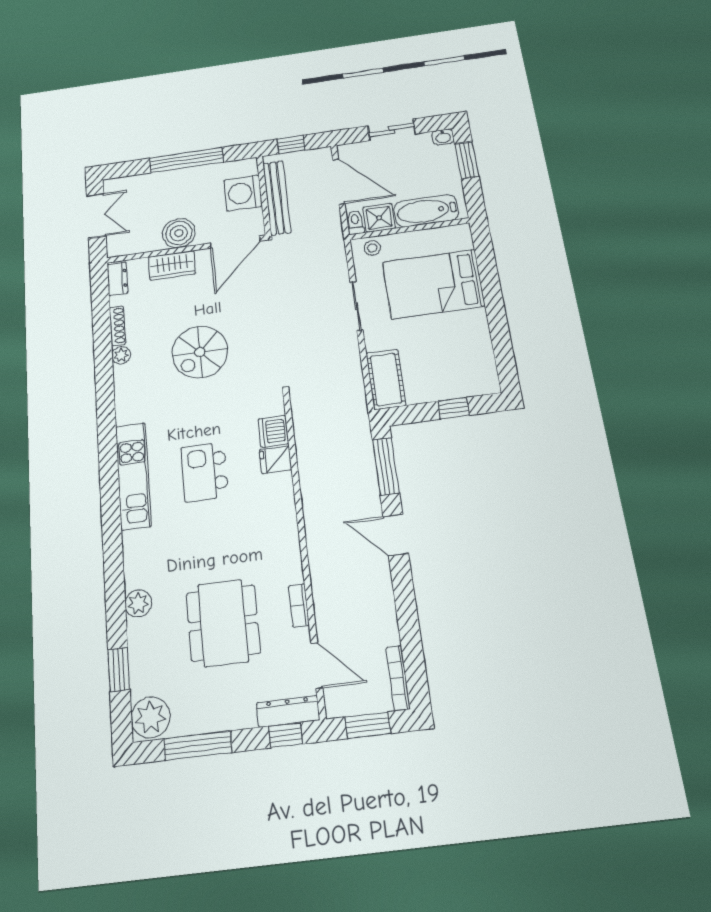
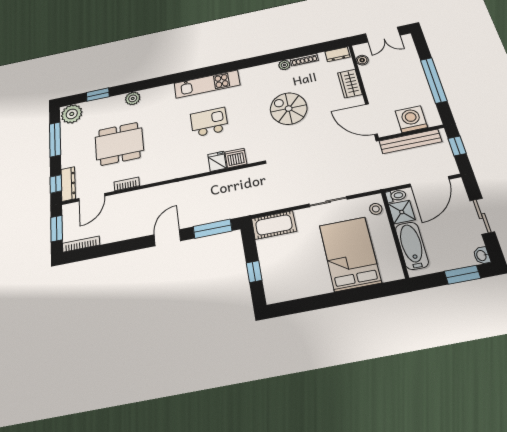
boiler: (179, 233) -> (362, 60), moved, width x0.54, depth x0.54

